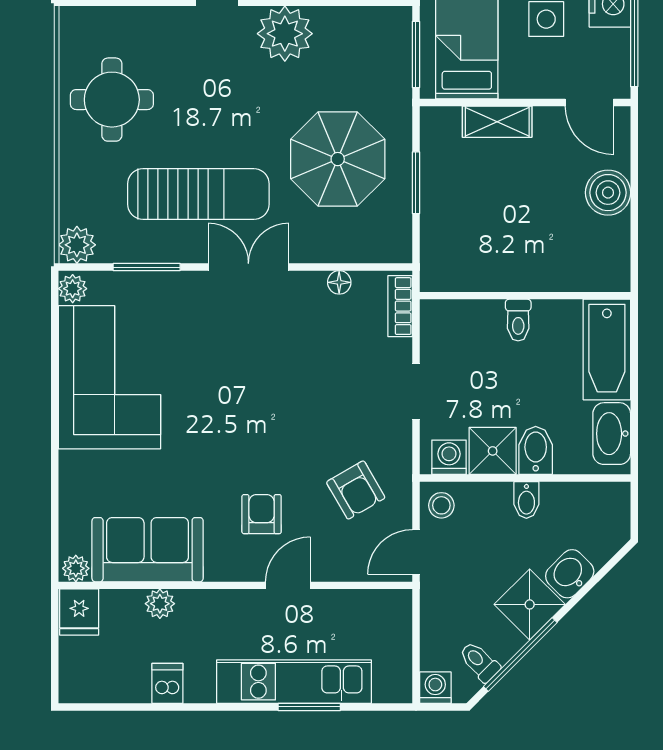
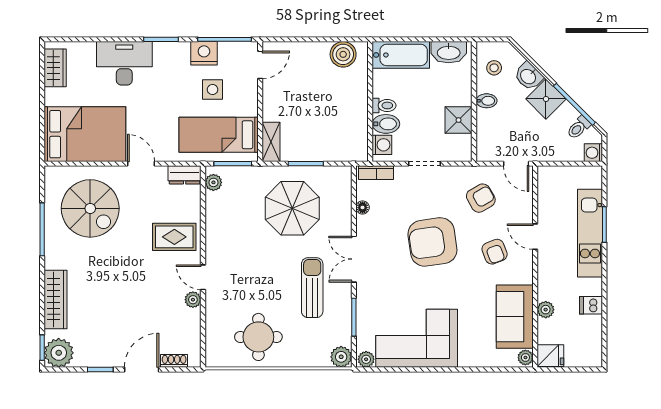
plant: (285, 34) -> (213, 182), moved, width x0.53, depth x0.53
shelving: (497, 122) -> (271, 142), moved
boiler: (608, 193) -> (343, 54), moved
sun lounger: (198, 194) -> (312, 288), width x0.73, depth x0.75
armchair: (279, 405) -> (432, 242), added
bidet: (536, 450) -> (386, 124), moved, turned 180
washing machine: (449, 457) -> (382, 145), moved, turned 180
stool: (441, 505) -> (494, 68), moved
armchair: (262, 514) -> (495, 252), turned -111

